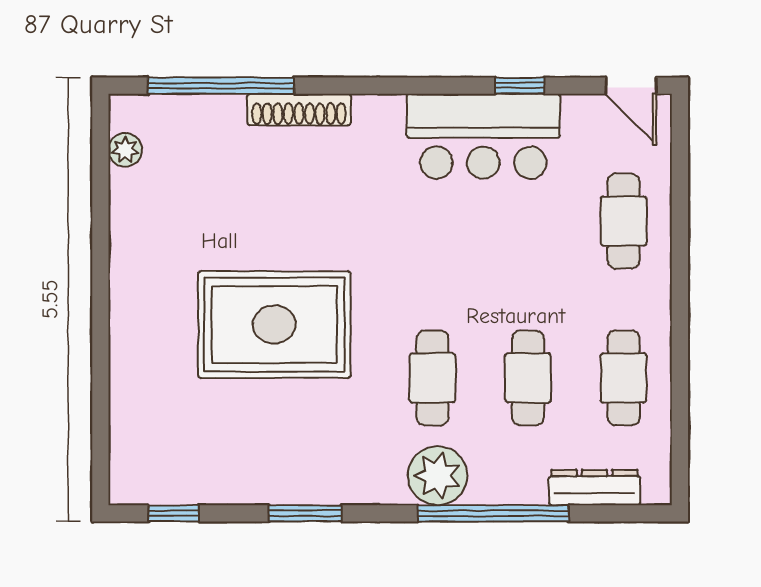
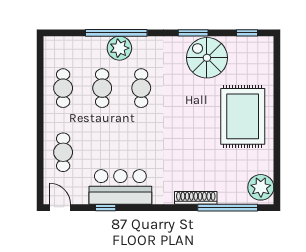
plant: (125, 150) -> (261, 187), width x1.87, depth x1.87
rug: (274, 325) -> (243, 116), moved, turned 90
spiral stairs: (272, 452) -> (207, 58), added
plant: (438, 476) -> (119, 48), moved
dresser: (594, 488) -> (75, 43), removed

